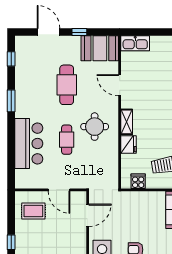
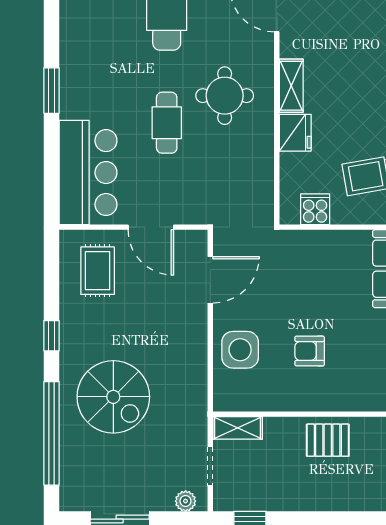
window: (11, 101) -> (51, 91), moved
bar counter: (29, 144) -> (88, 173), moved
rug: (33, 211) -> (98, 271), turned 90

